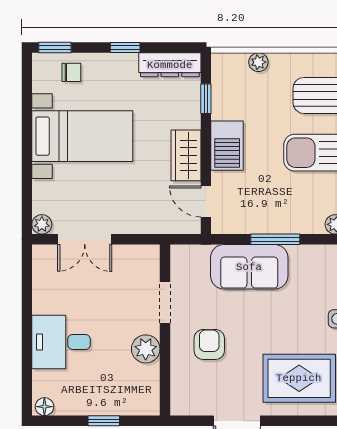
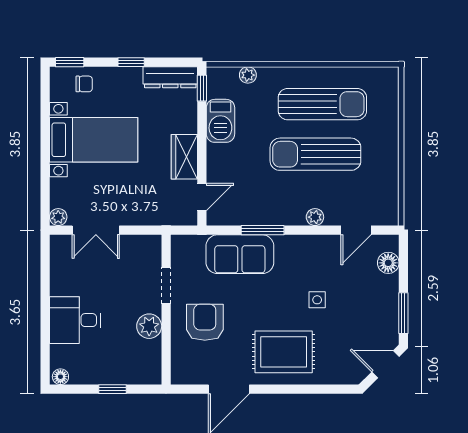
window: (206, 99) -> (202, 88), moved
barbecue: (227, 146) -> (220, 121), moved
door: (206, 201) -> (202, 197), swing flipped
armchair: (209, 344) -> (205, 322), width x1.38, depth x1.38

